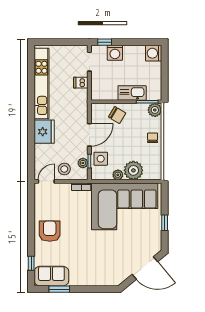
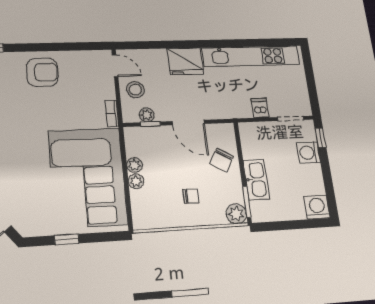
chair: (153, 138) -> (191, 196), moved
side table: (101, 159) -> (156, 139), removed
plant: (133, 170) -> (136, 181), width x0.53, depth x0.53

